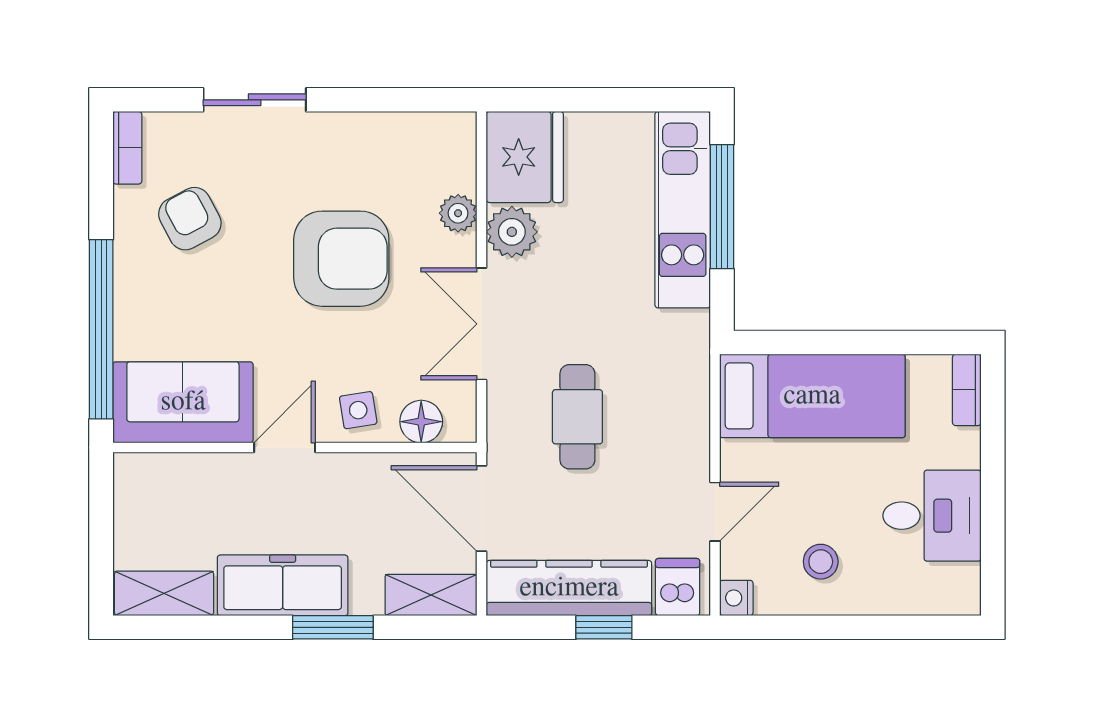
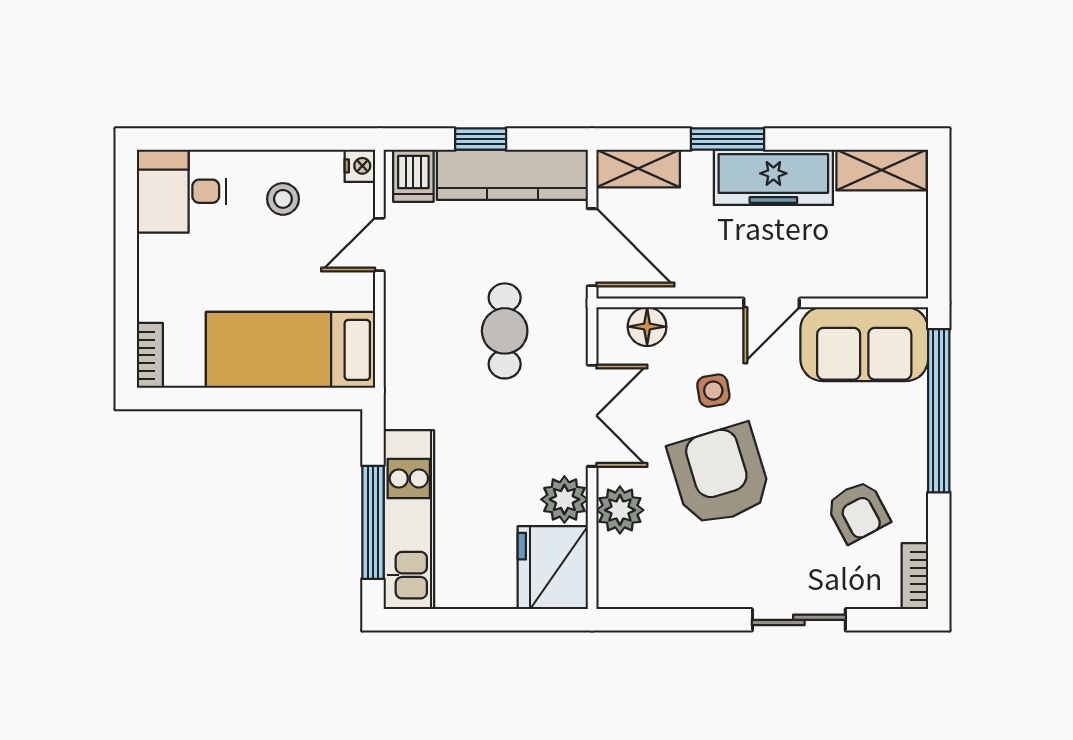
plant: (458, 213) -> (620, 510), width x1.38, depth x1.38
armchair: (341, 259) -> (720, 475), turned 73
side table: (358, 410) -> (713, 391), moved
desk: (932, 516) -> (182, 191), moved

